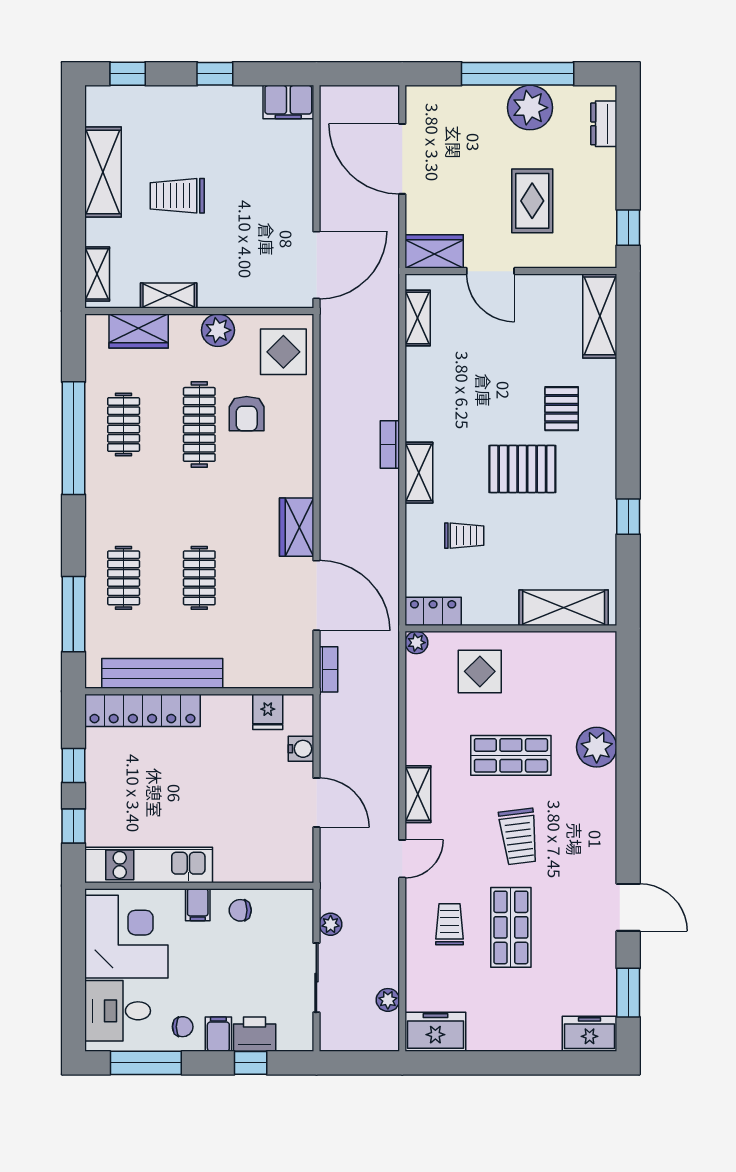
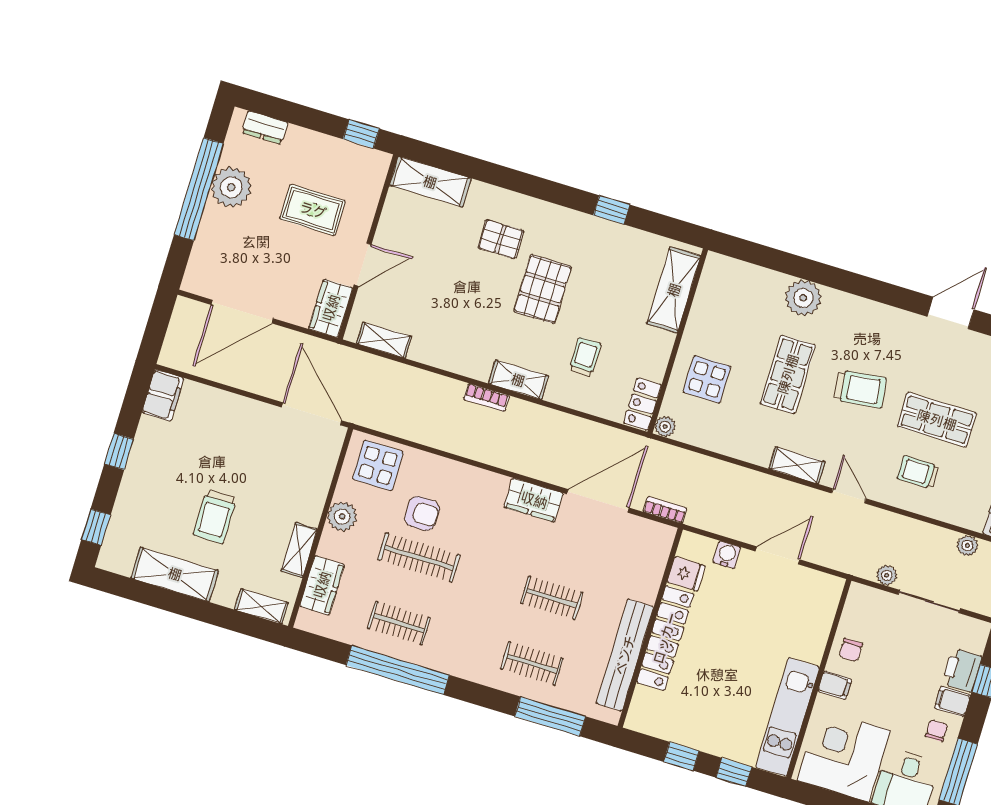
locker: (142, 710) -> (665, 638), moved

